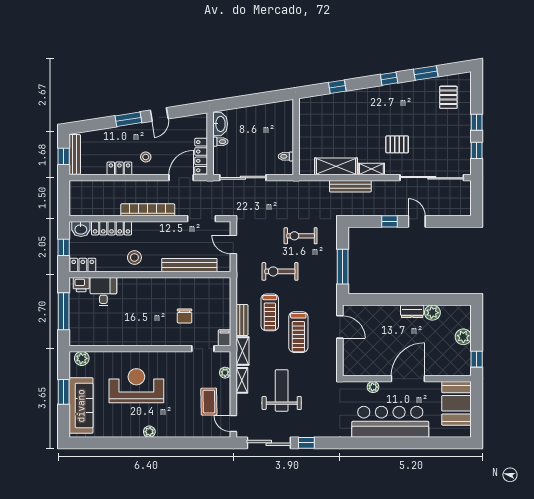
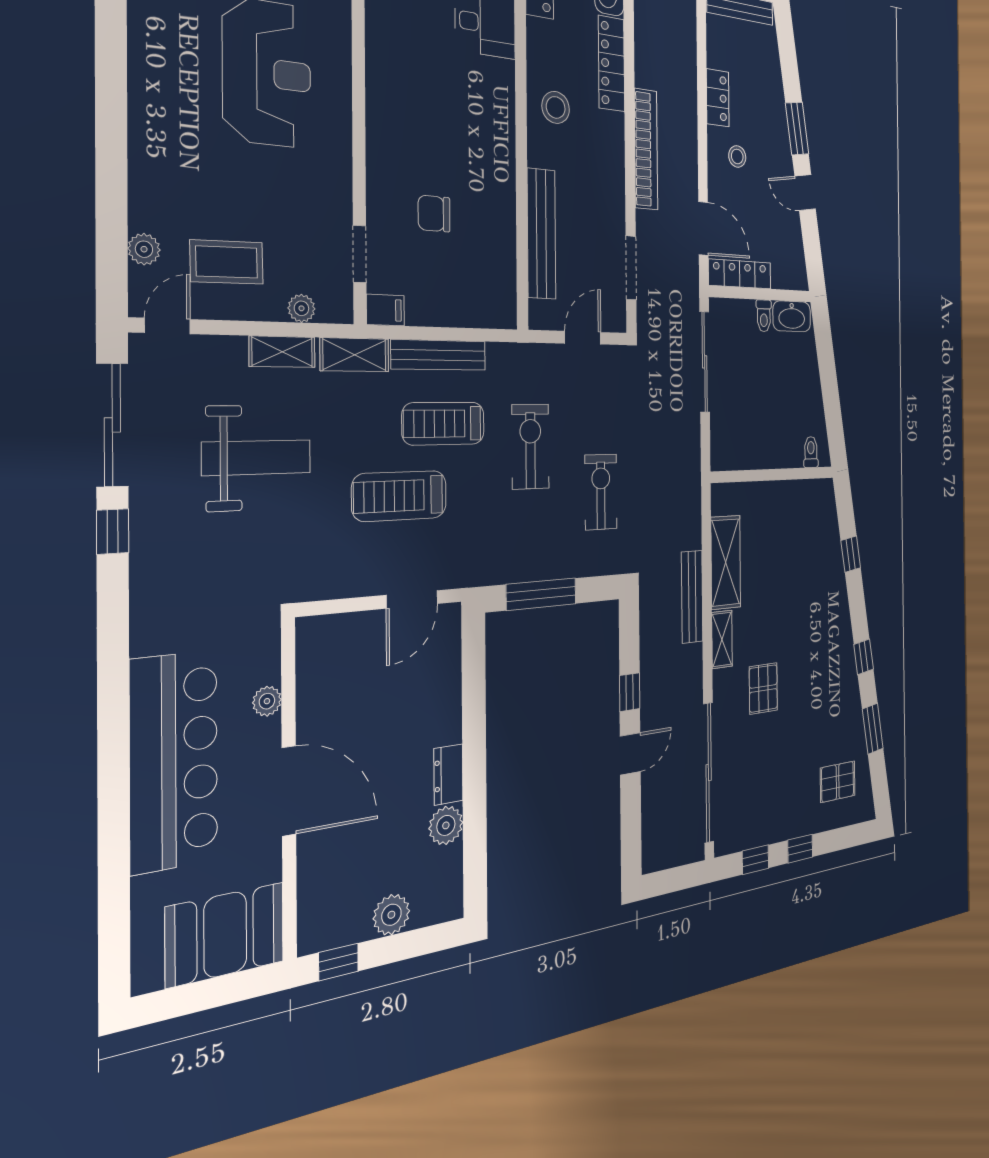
toilet: (286, 156) -> (811, 452), moved
bench: (242, 320) -> (439, 355), width x1.36
plant: (149, 432) -> (144, 249), moved

